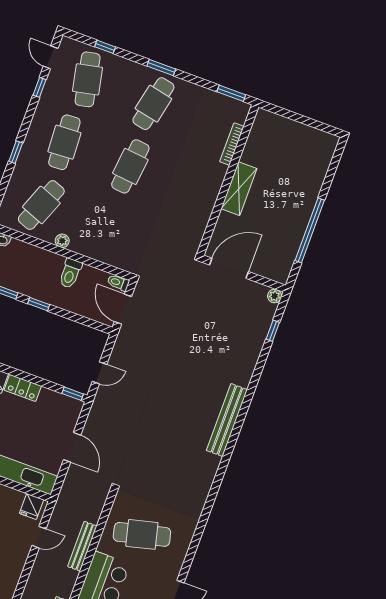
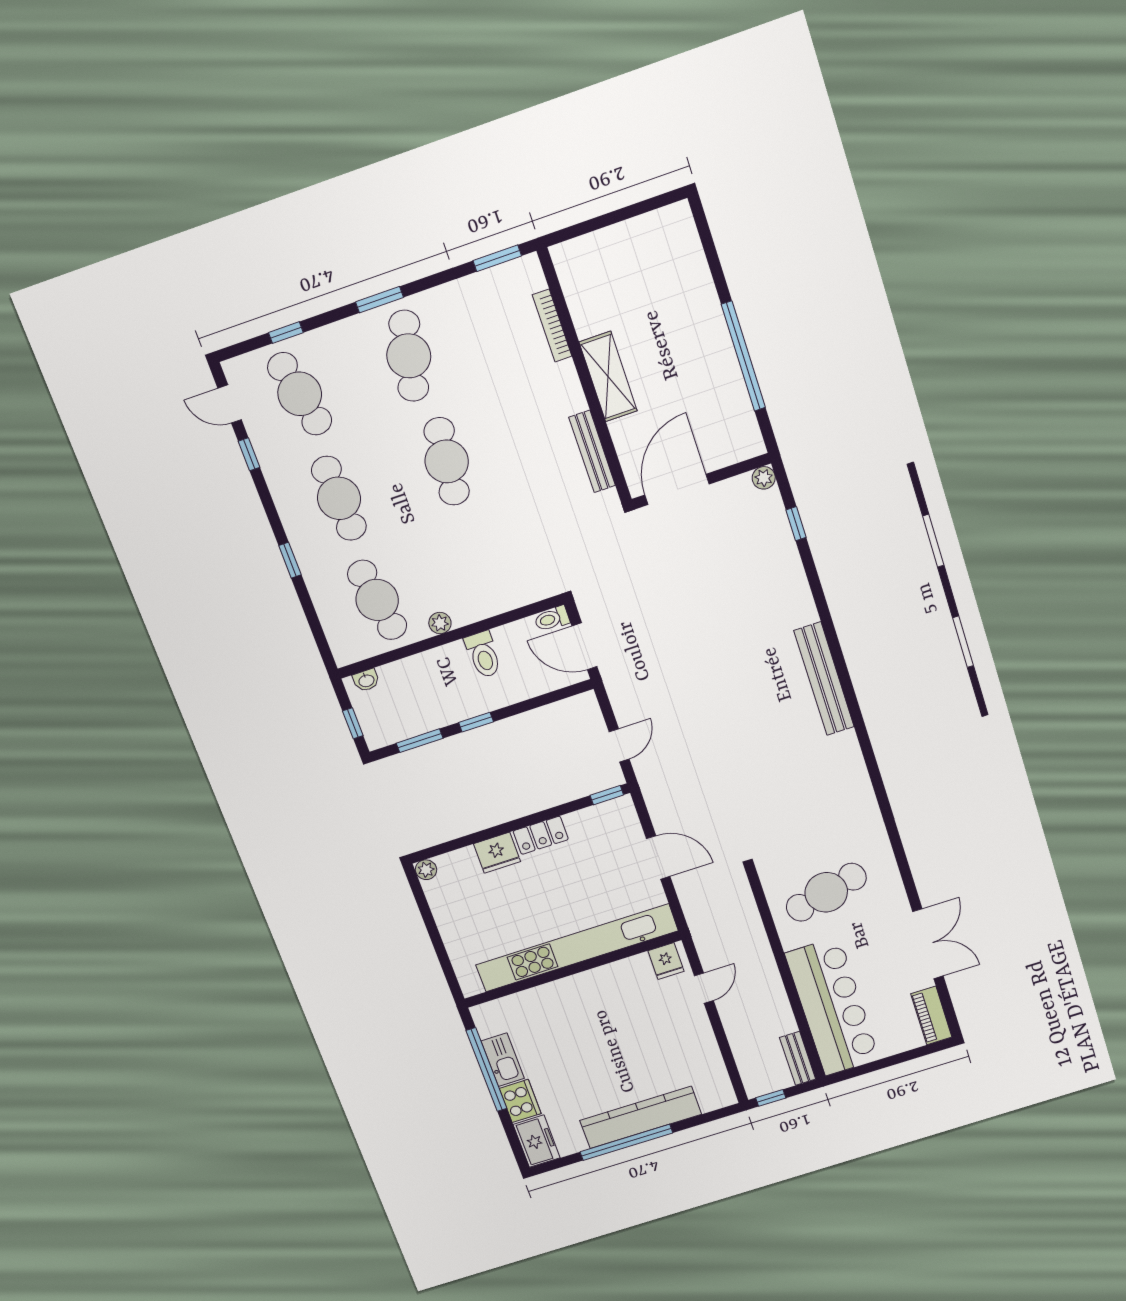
cafe table: (41, 205) -> (377, 600), turned -30
bench: (82, 546) -> (592, 451), moved

